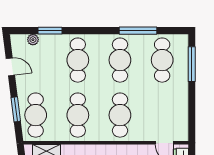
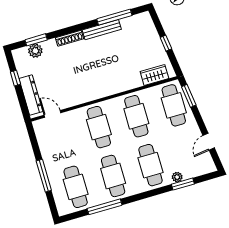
plant: (33, 40) -> (177, 177), moved
window: (192, 64) -> (44, 176), moved
door: (10, 67) -> (209, 142), hinge flipped
window: (16, 109) -> (189, 96), moved

